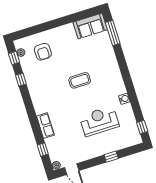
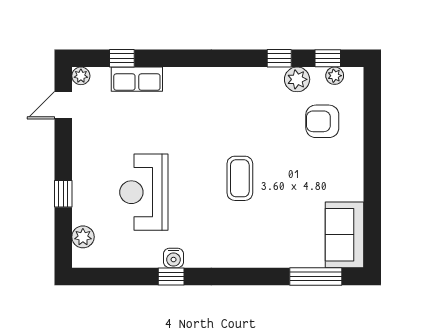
plant: (28, 69) -> (297, 79), added
reception desk: (99, 121) -> (144, 192), turned 180
row of seats: (45, 126) -> (137, 79), moved
window: (142, 127) -> (171, 276), moved
plant: (128, 142) -> (83, 237), added

